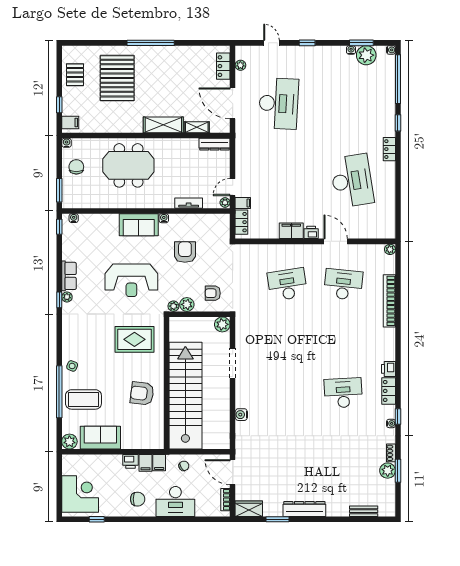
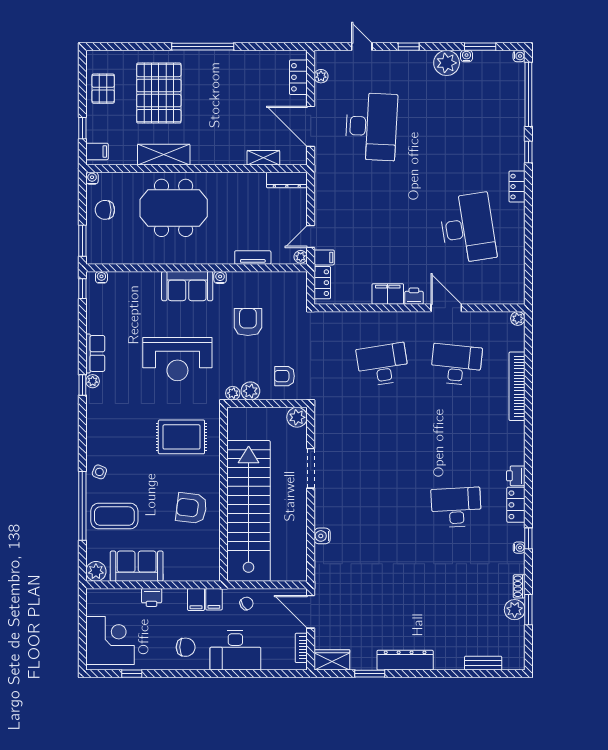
plant: (366, 55) -> (447, 63), moved
shelving: (163, 125) -> (164, 155), moved
chair: (76, 167) -> (105, 210), turned -90
printer: (130, 461) -> (152, 597), moved

